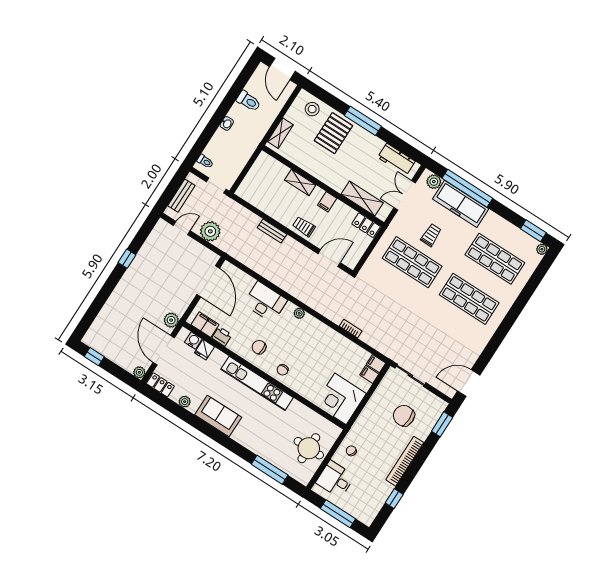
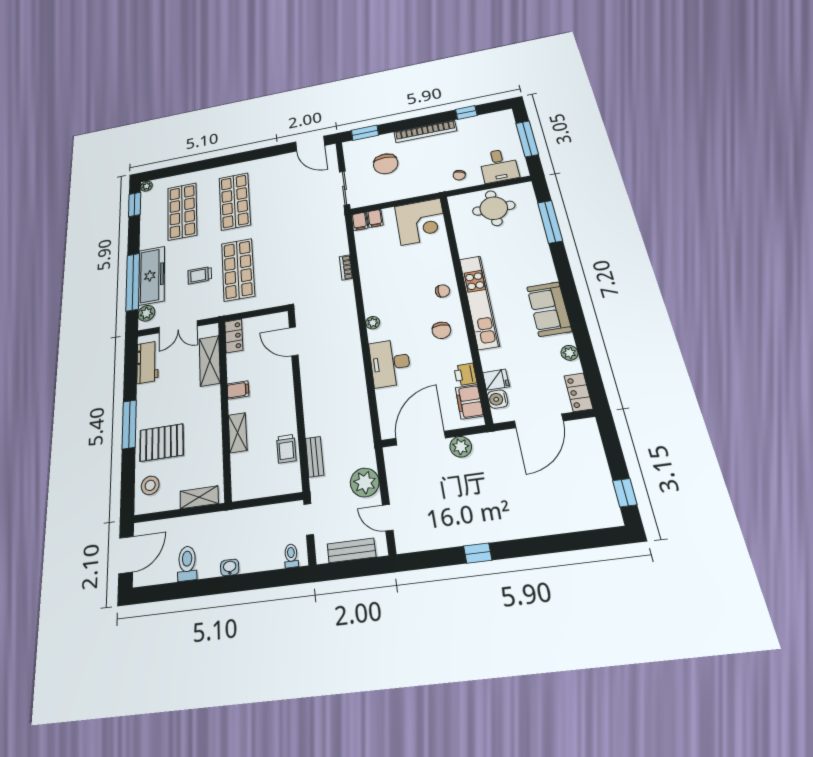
trolley: (304, 227) -> (286, 449), moved
bench: (272, 231) -> (315, 457), moved
plant: (171, 320) -> (461, 447), moved
plant: (139, 372) -> (589, 426), removed

